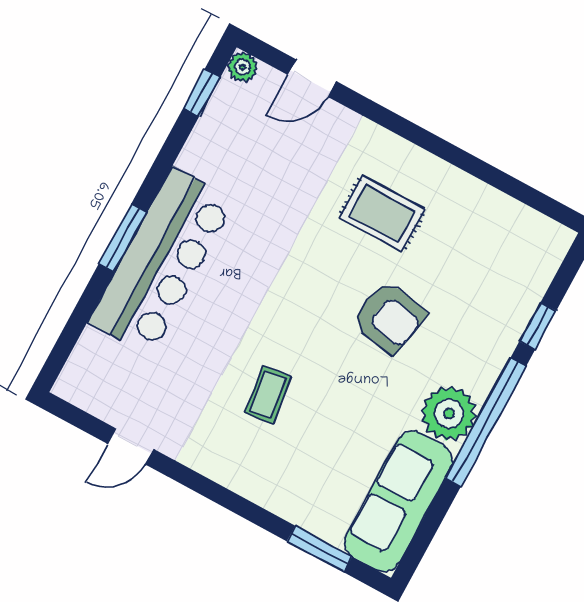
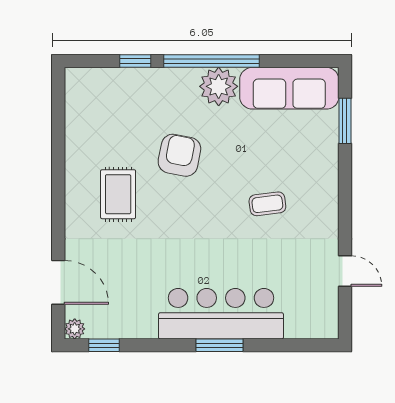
door: (312, 78) -> (58, 282), width x1.38

